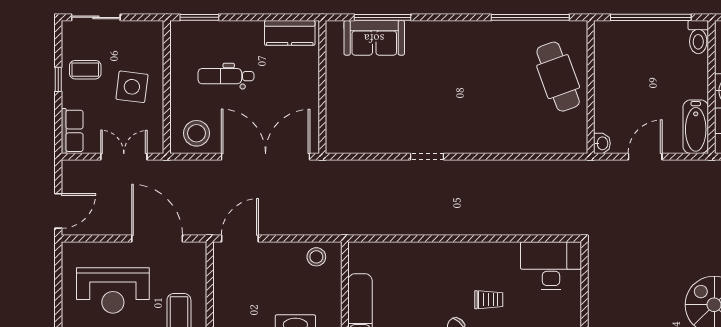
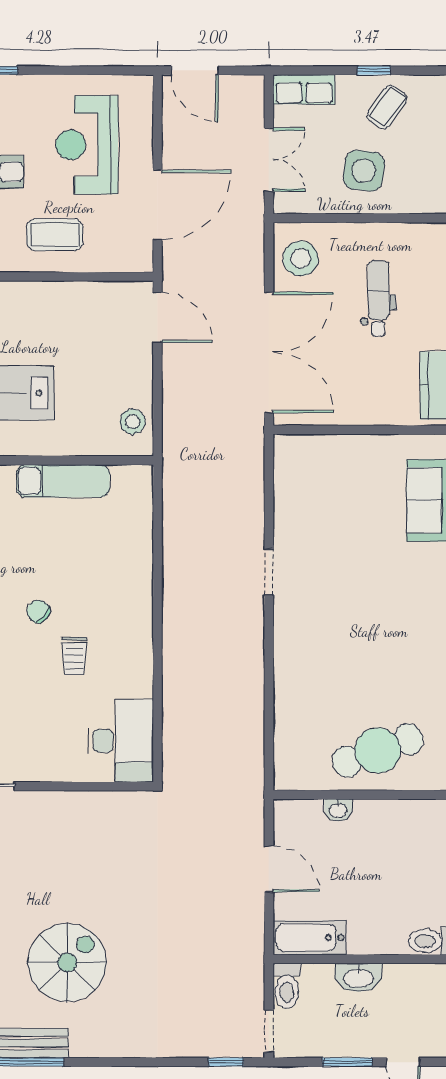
coffee table: (85, 70) -> (387, 107), turned 35
washbasin: (602, 143) -> (338, 810), moved

